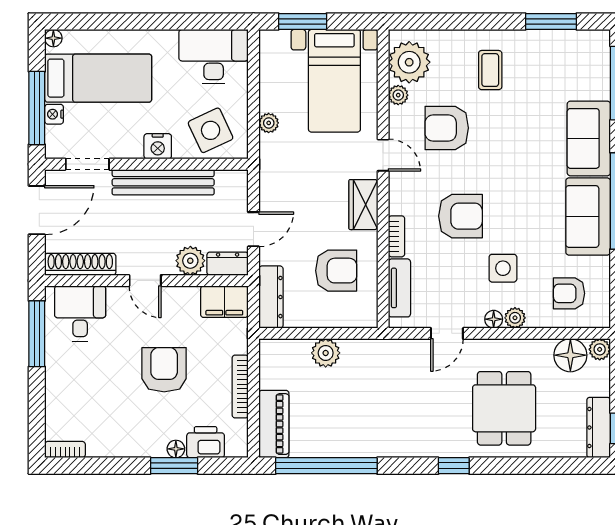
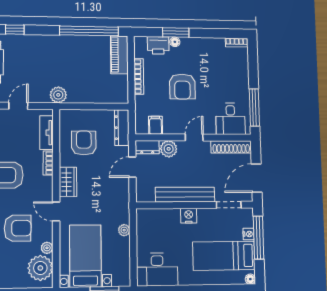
side table: (211, 130) -> (158, 225), removed
armchair: (336, 271) -> (84, 143), turned 90
door: (145, 281) -> (194, 137), hinge flipped
filing cabinet: (224, 302) -> (155, 125), width x0.50
plant: (326, 353) -> (58, 95), moved

